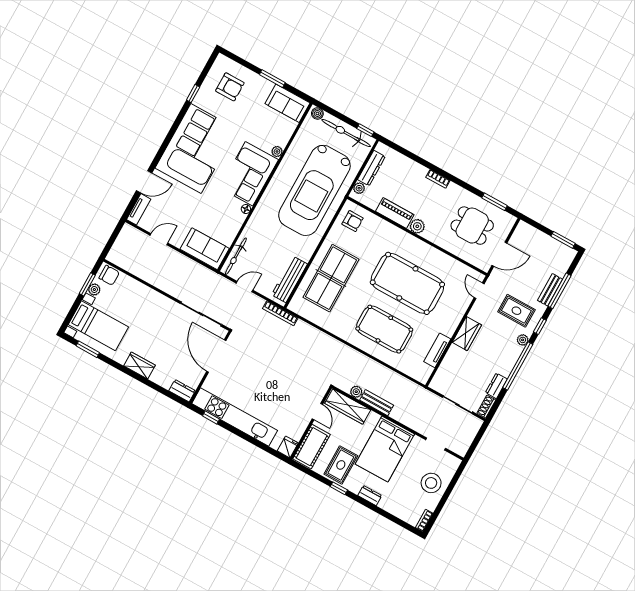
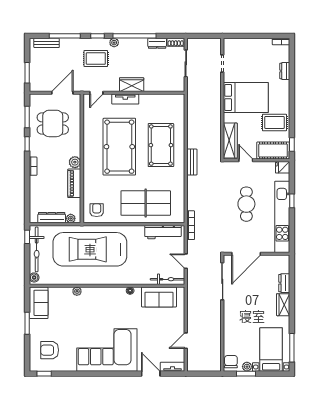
armchair: (230, 87) -> (50, 350), turned -90
window: (193, 93) -> (44, 374), moved
corner sofa: (249, 174) -> (104, 302), removed
window: (465, 186) -> (27, 144), added
car: (314, 190) -> (90, 249), turned 180
dining table: (472, 226) -> (53, 123), turned 90
door: (159, 239) -> (186, 341), hinge flipped
window: (563, 240) -> (27, 73), moved
sofa: (205, 249) -> (159, 297), moved, turned -90
door: (499, 254) -> (62, 93), hinge flipped
bench: (550, 290) -> (47, 43), moved
rug: (516, 311) -> (96, 58), turned 90
window: (88, 349) -> (292, 348), width x1.44
tv unit: (437, 350) -> (125, 99), moved
cafe table: (270, 386) -> (246, 204), added
dresser: (182, 391) -> (284, 283), moved
plant: (356, 392) -> (216, 140), removed
bench: (377, 403) -> (192, 162), moved
door: (317, 412) -> (246, 160), hinge flipped
window: (211, 417) -> (292, 201), moved
stool: (431, 483) -> (252, 51), removed
window: (339, 488) -> (292, 145), moved
dresser: (370, 496) -> (285, 71), moved

